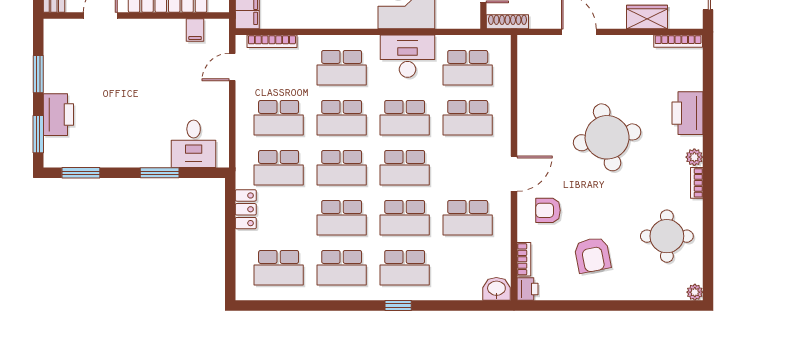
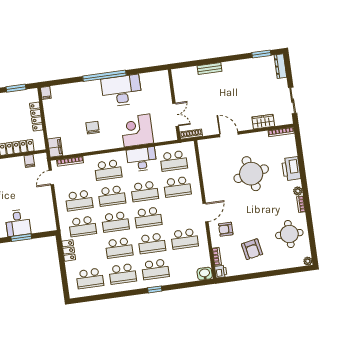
round table: (607, 137) -> (251, 174), moved
desk: (194, 144) -> (18, 223), moved

